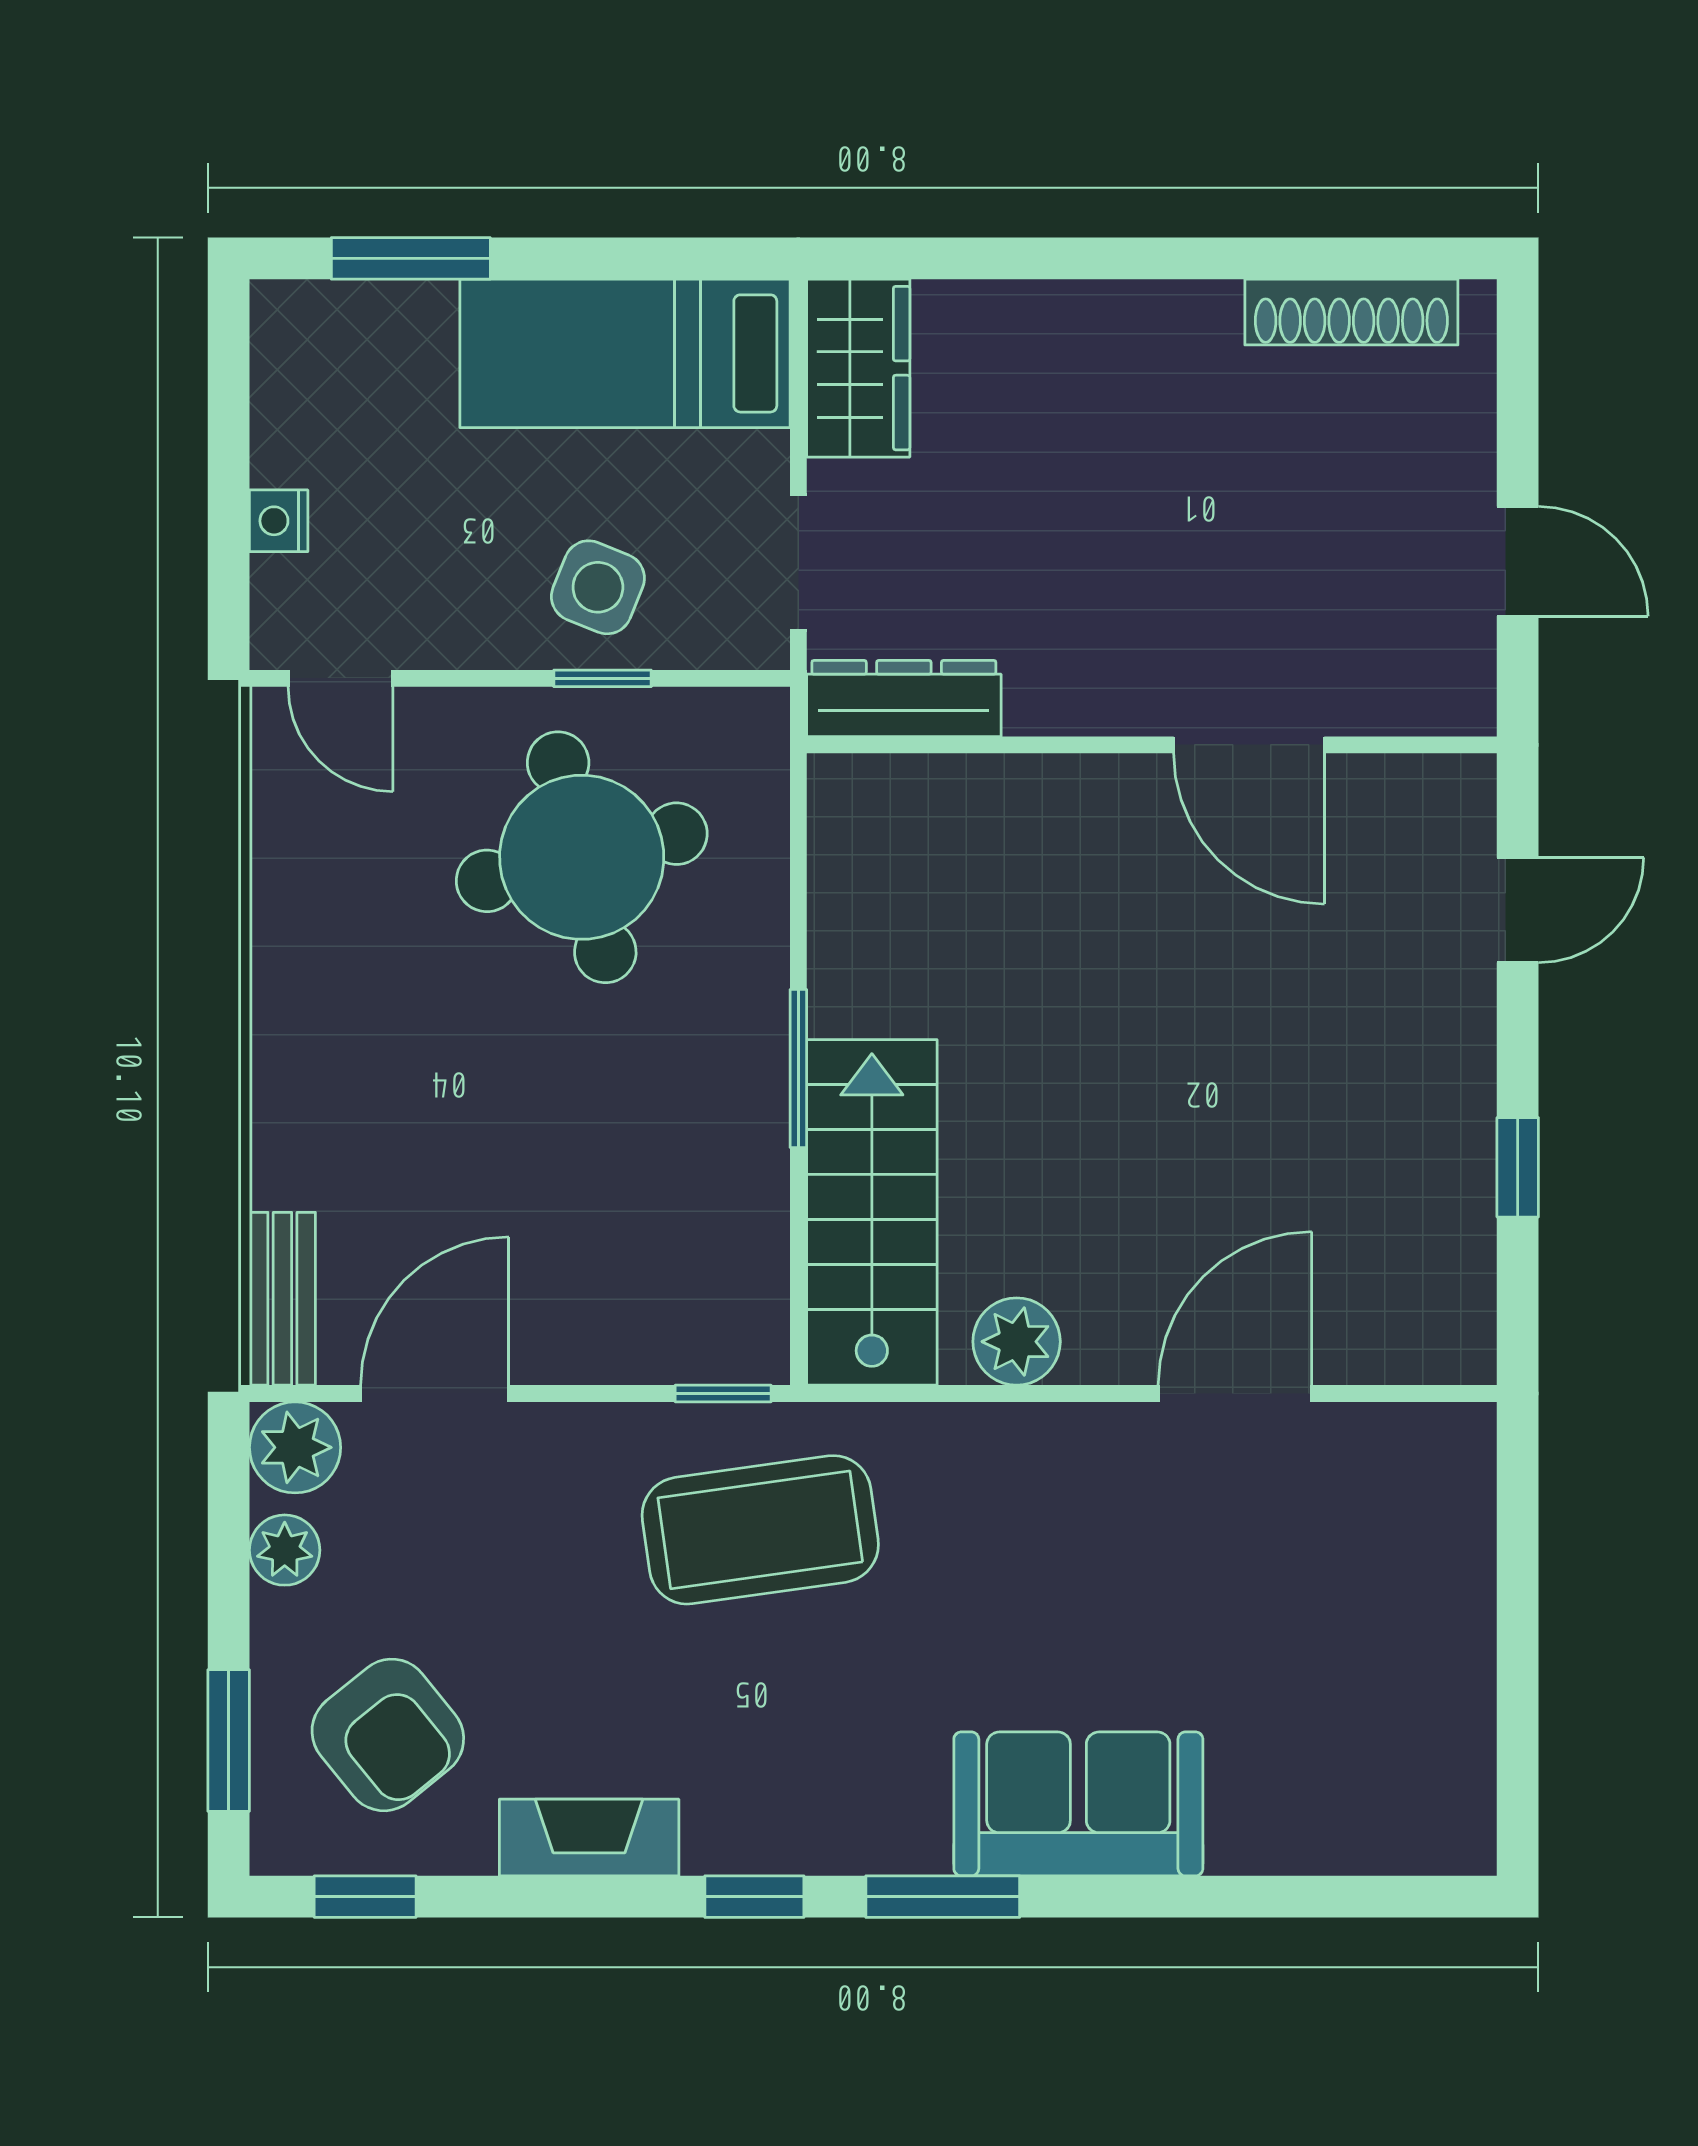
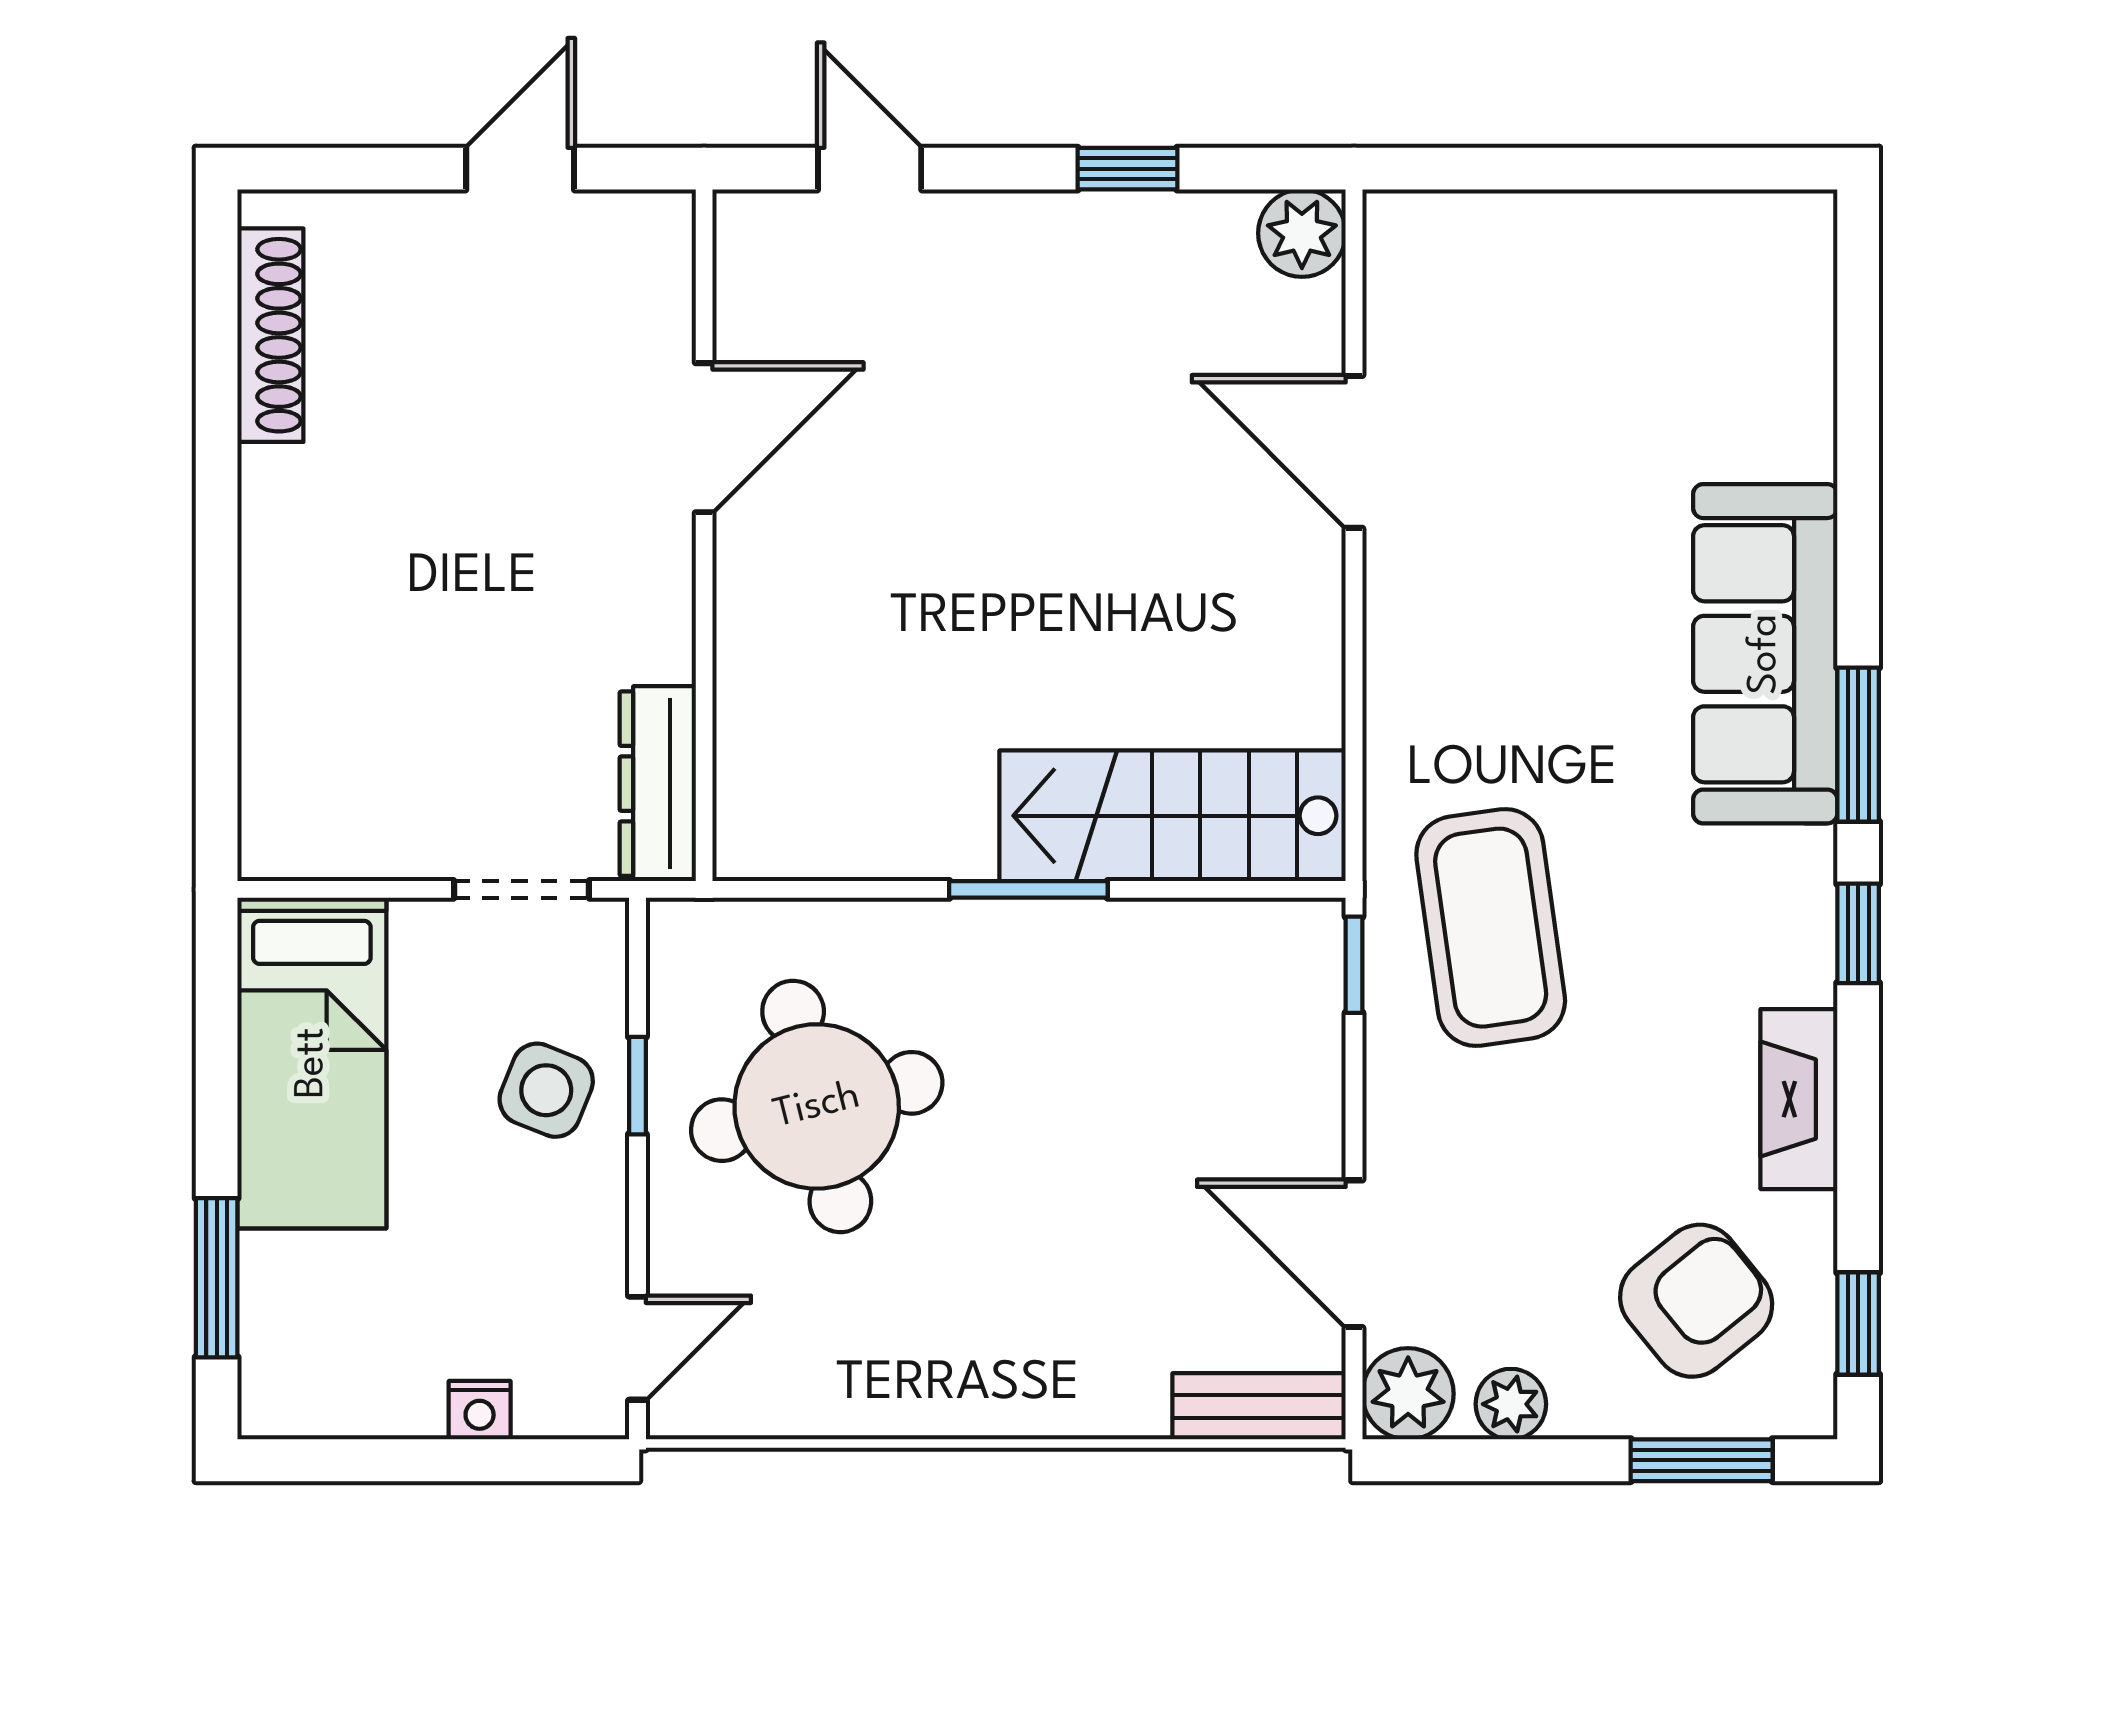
wardrobe: (858, 368) -> (327, 829), removed
plant: (1017, 1342) -> (1302, 233), moved
sofa: (1078, 1804) -> (1765, 654), width x1.36

